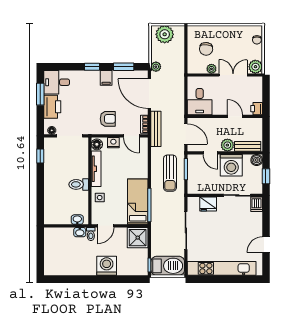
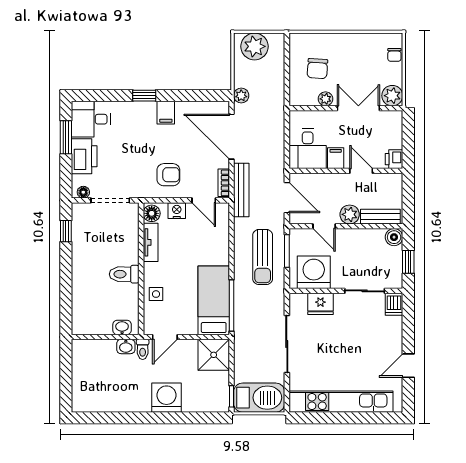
window: (124, 67) -> (192, 96), removed
filing cabinet: (218, 108) -> (336, 158), added
washing machine: (231, 165) -> (314, 272), moved, turned 180
tv unit: (96, 169) -> (151, 242), width x0.71

